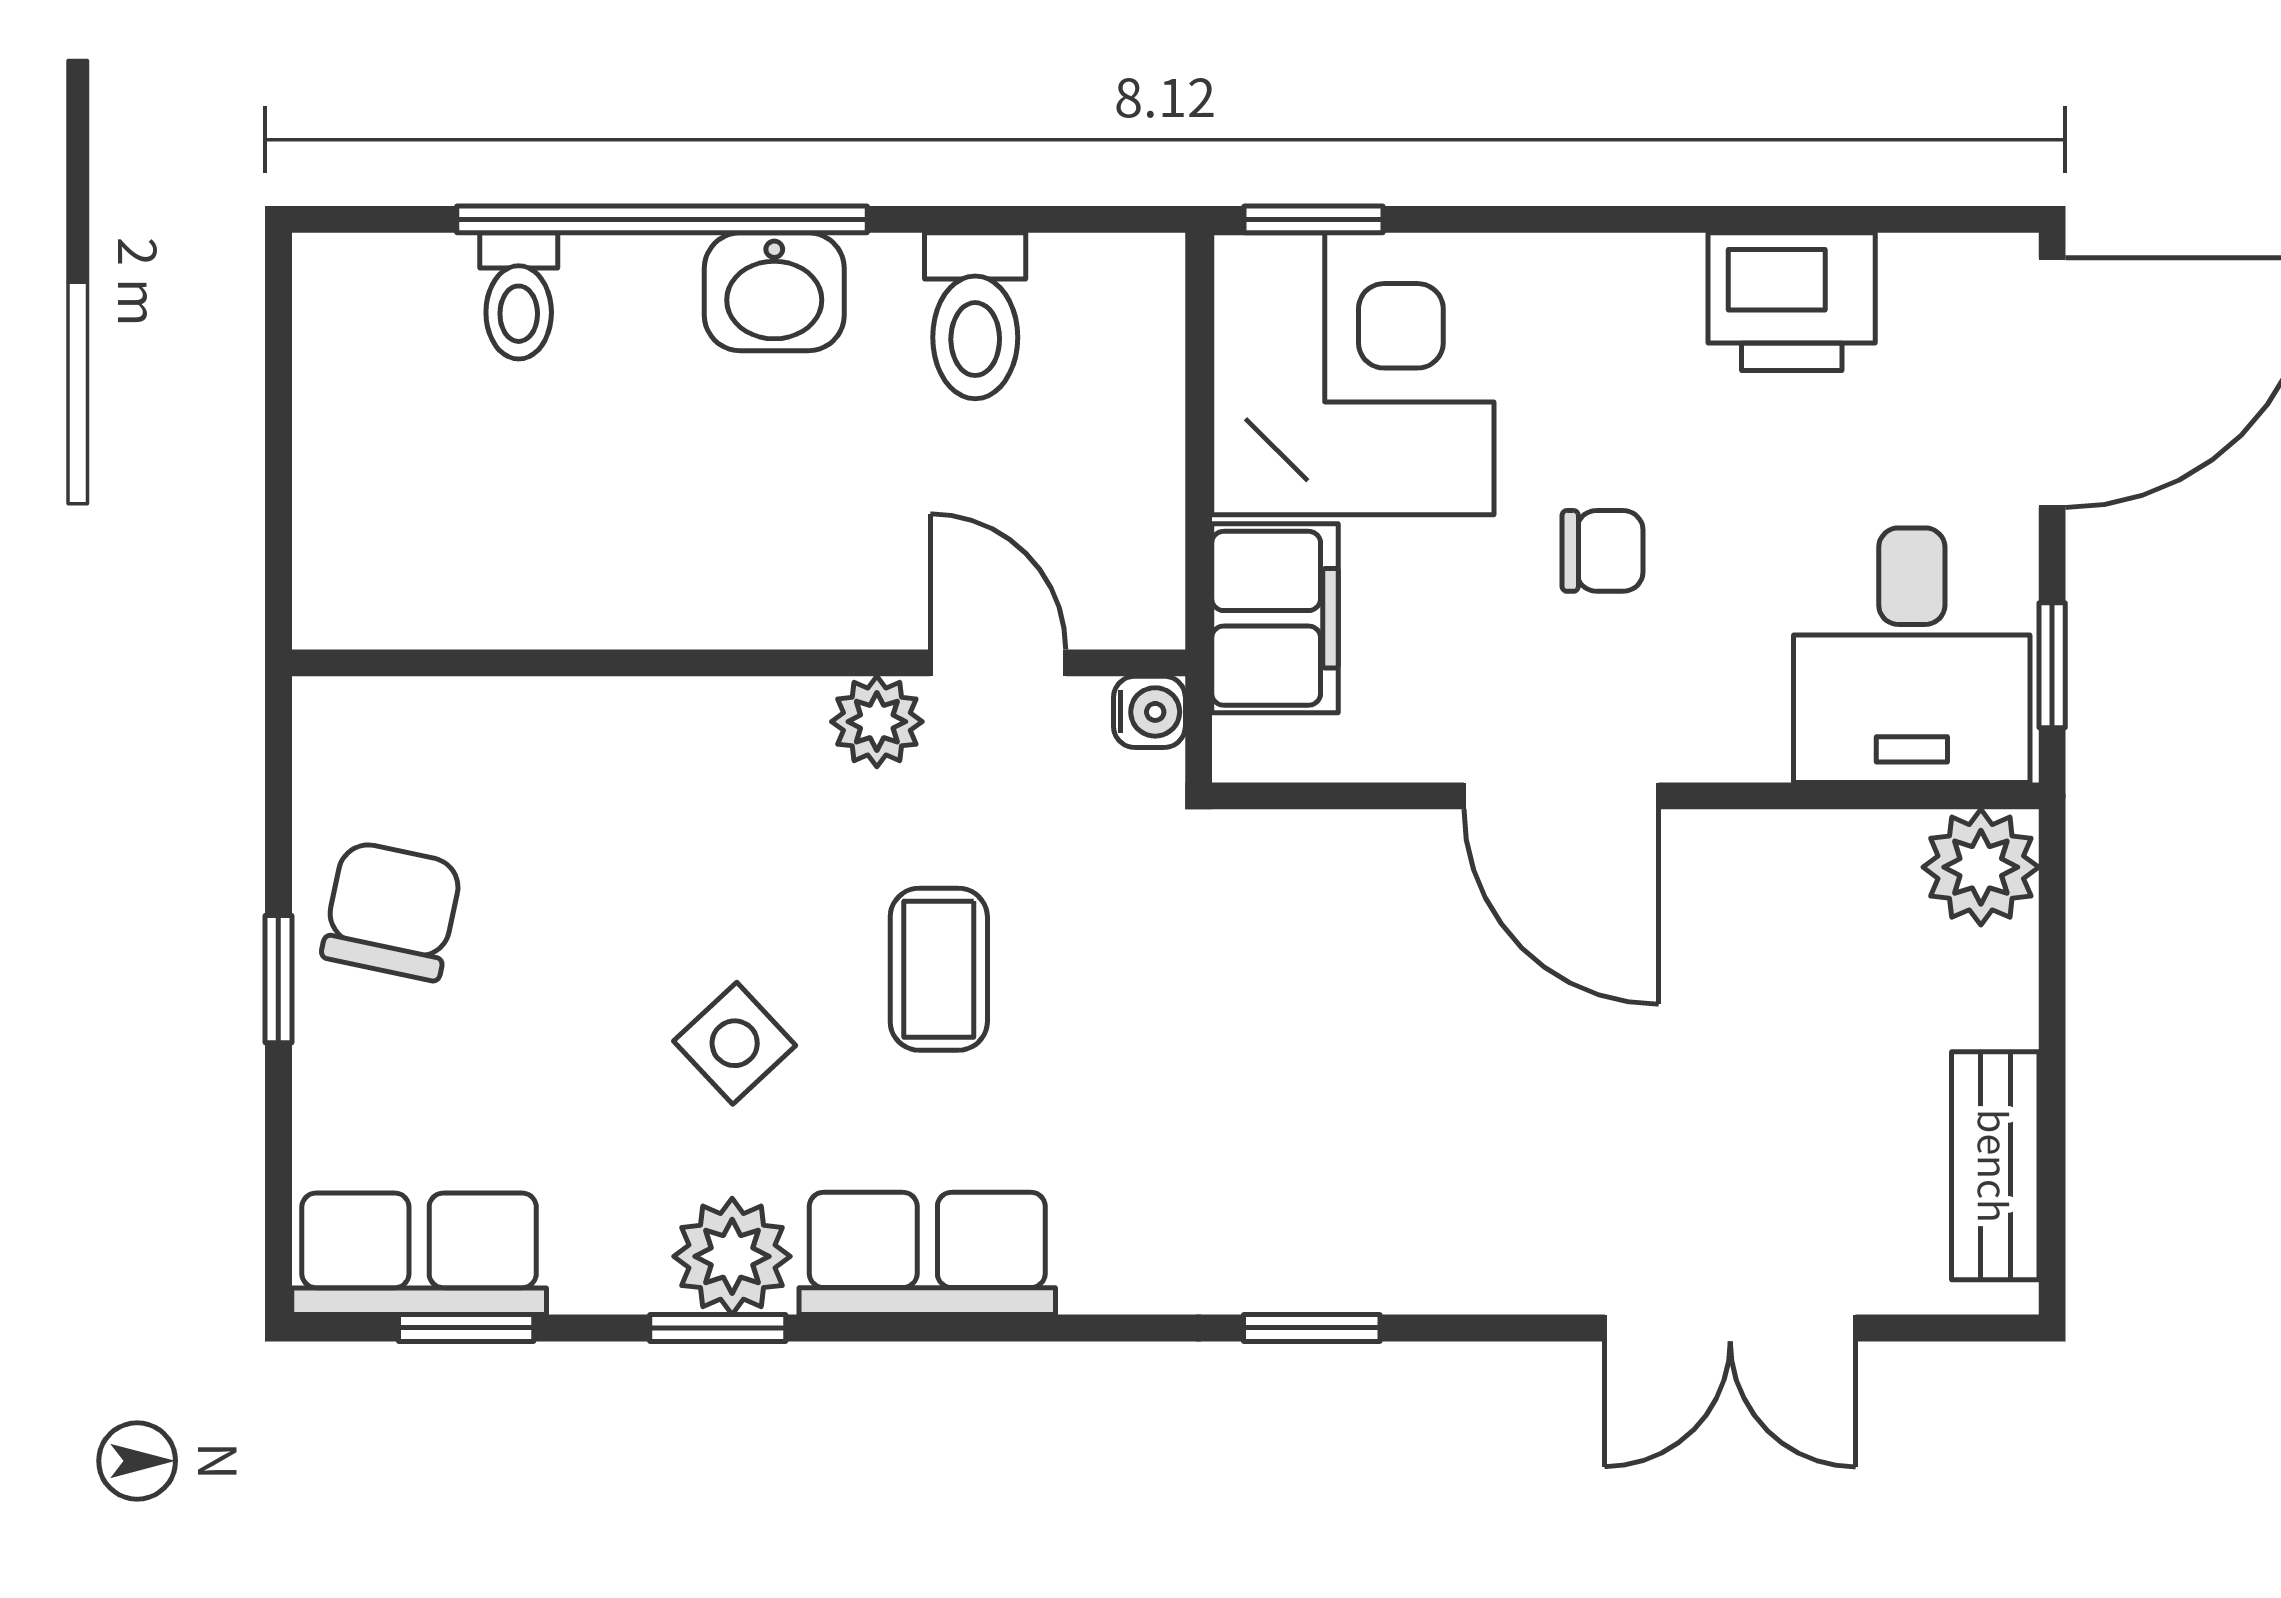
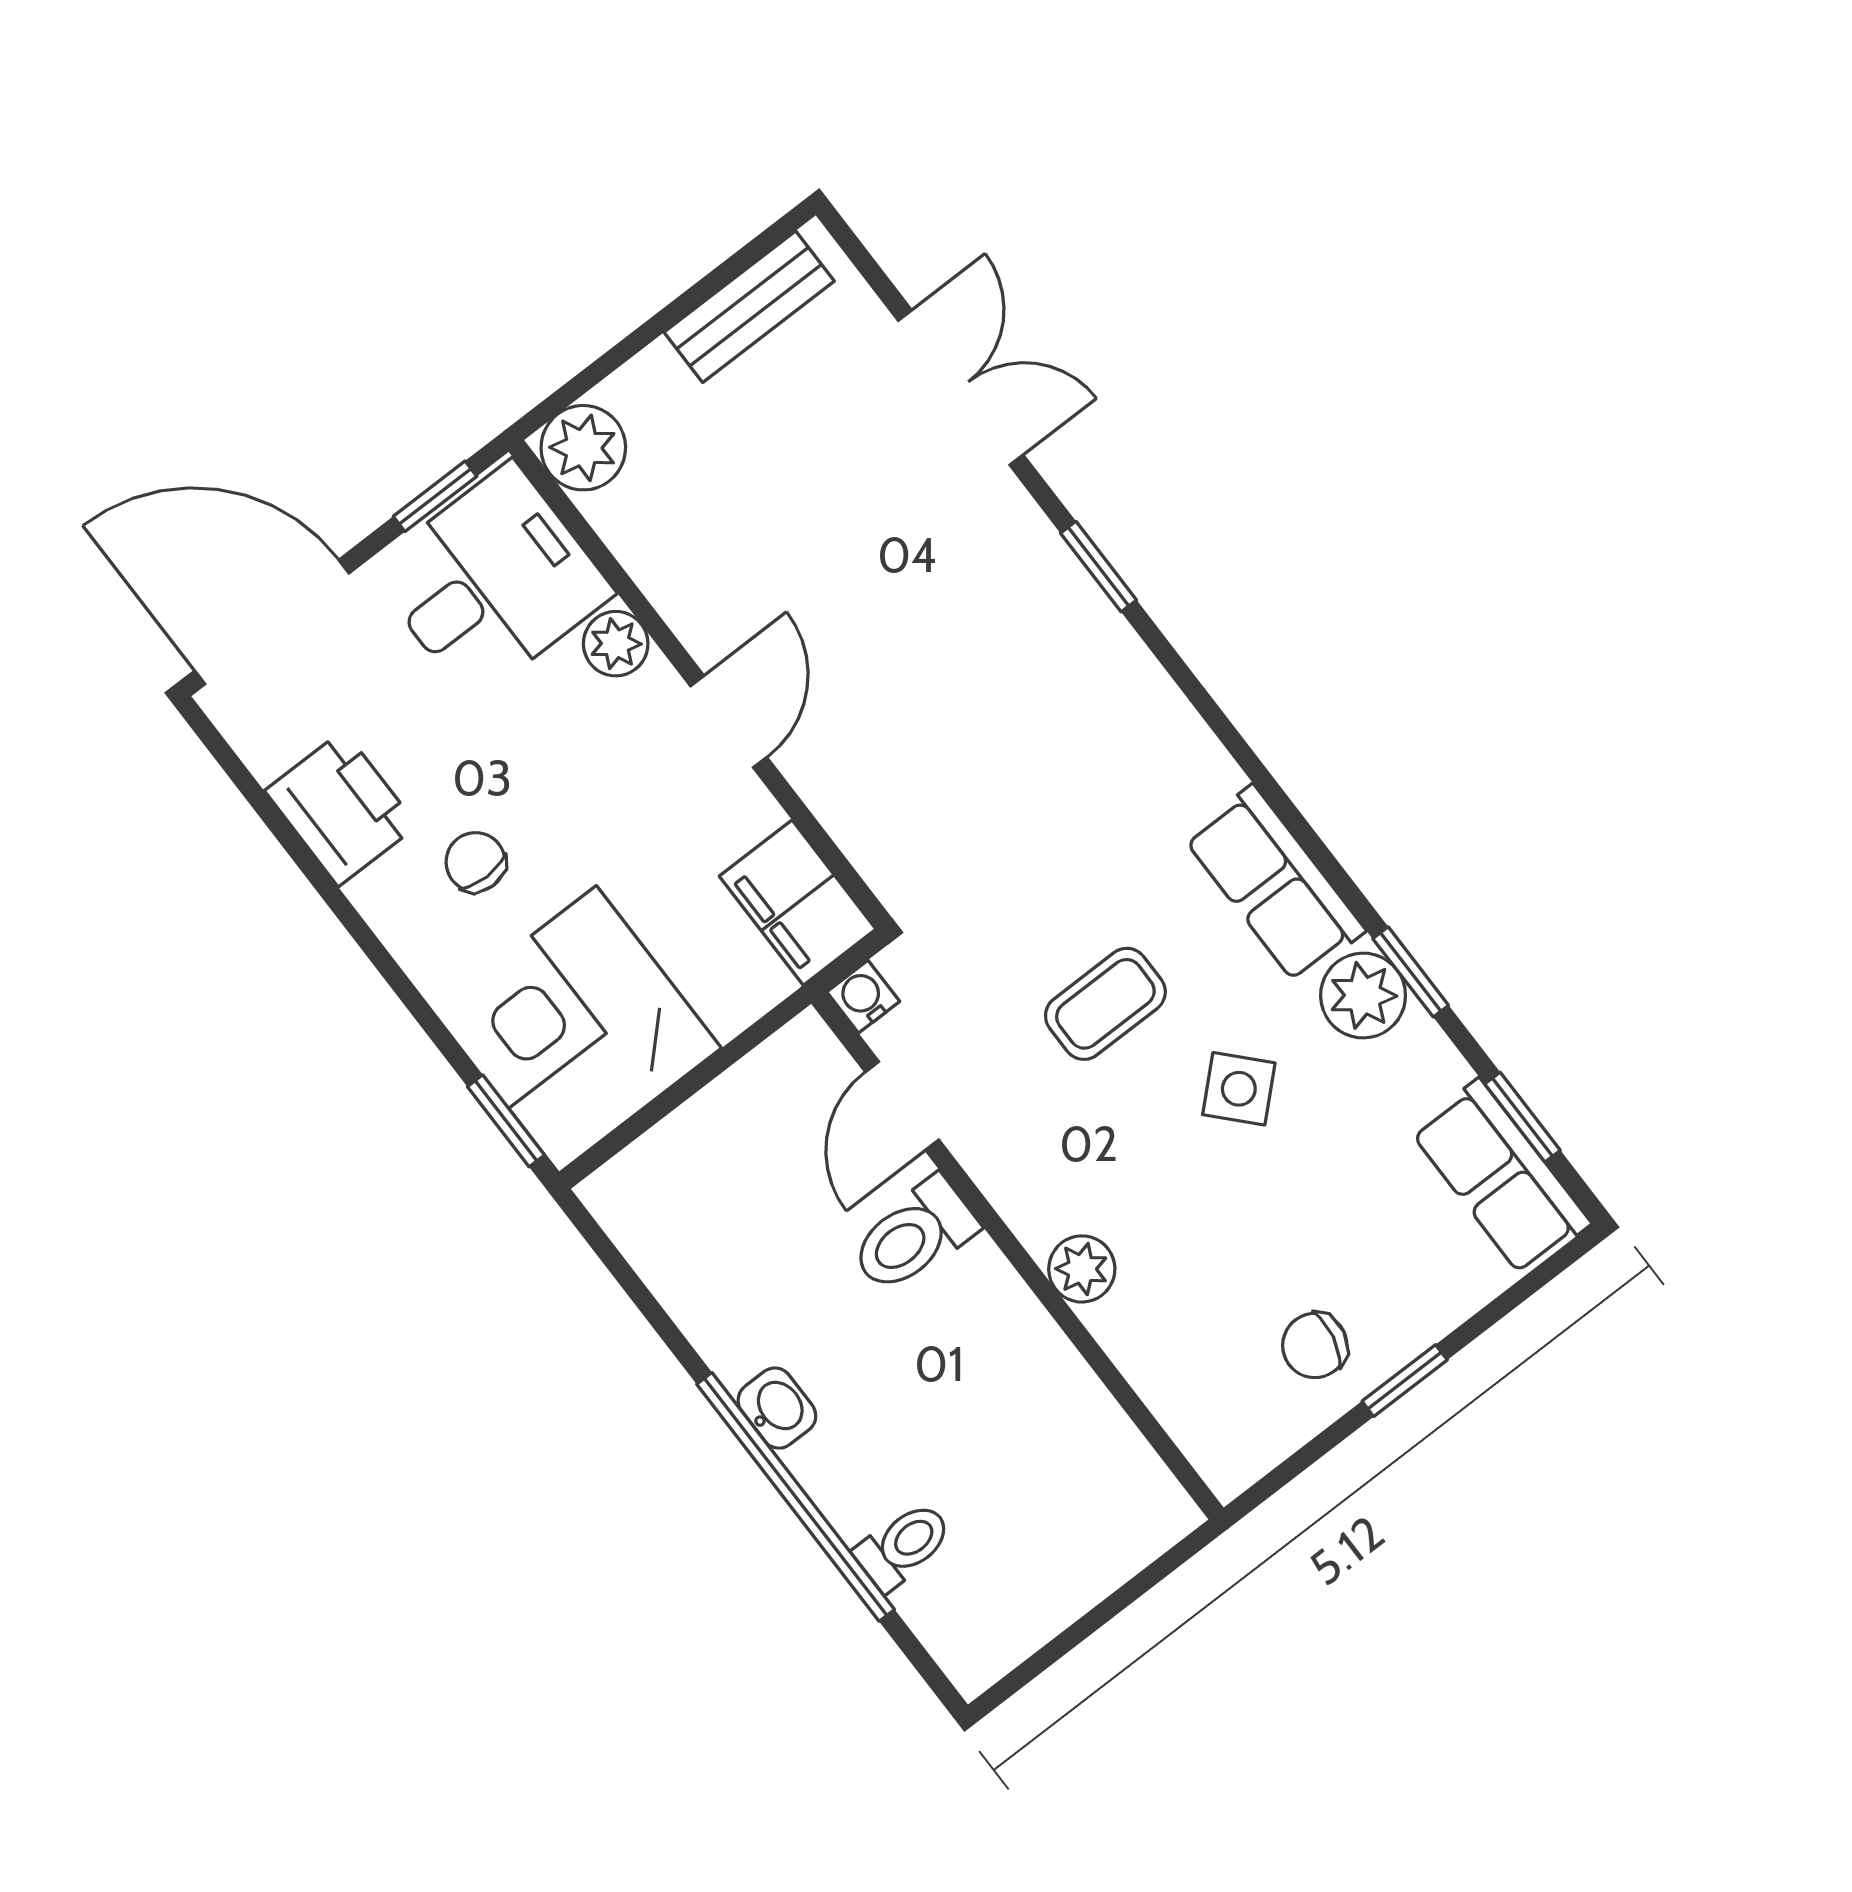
washbasin: (774, 292) -> (777, 1408), width x0.72, depth x0.69
toilet: (975, 316) -> (914, 1236), moved, turned 180
chair: (1603, 551) -> (476, 862), moved
filing cabinet: (1275, 618) -> (798, 903), moved, turned -90
plant: (877, 722) -> (1082, 1269), moved
plant: (1741, 738) -> (616, 644), added
door: (1561, 796) -> (729, 722), width x0.73
chair: (392, 911) -> (1315, 1345), width x0.73, depth x0.73
window: (1312, 1328) -> (1099, 567), moved

